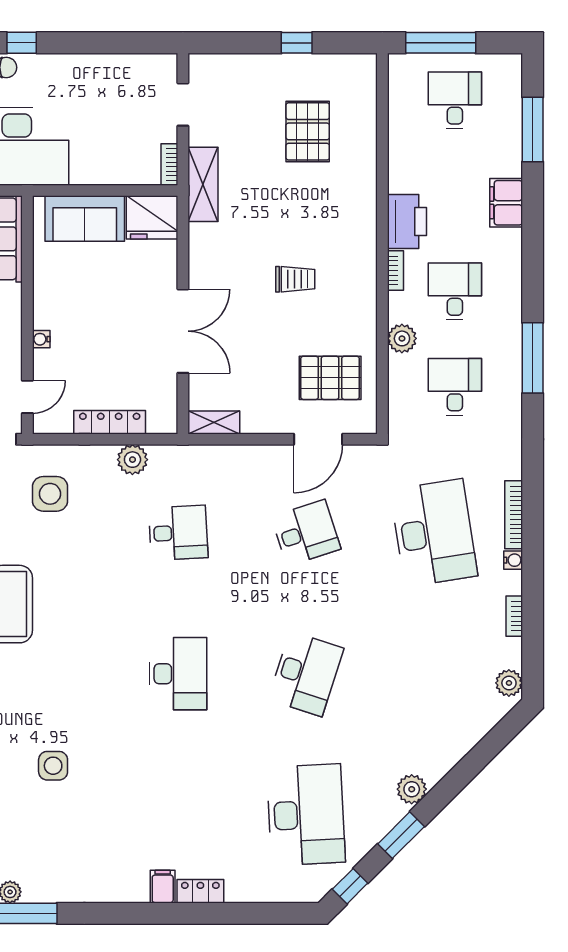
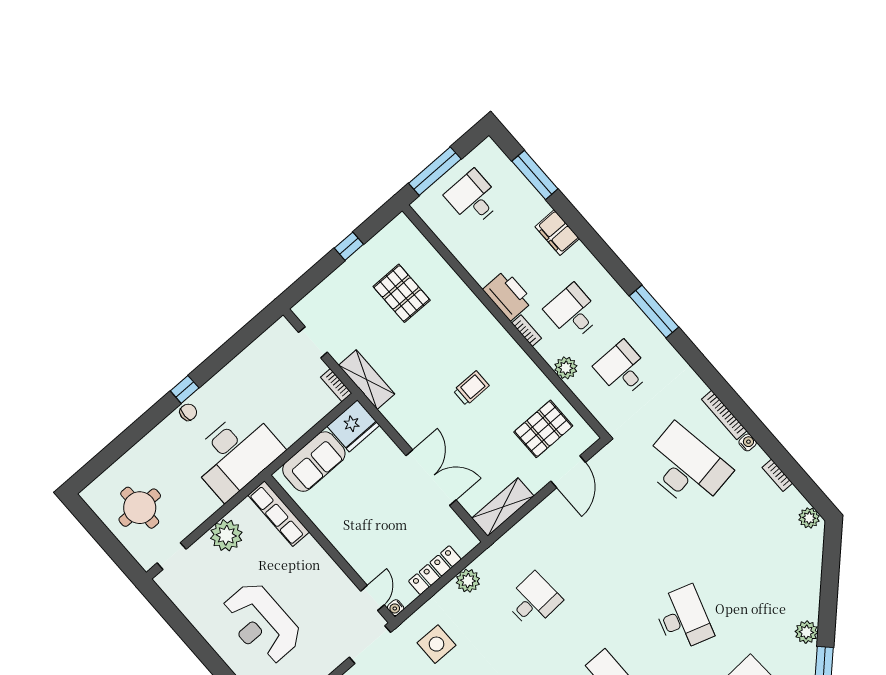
water cooler: (41, 339) -> (396, 608), moved
shelving: (214, 422) -> (503, 507), width x1.50, depth x1.33
desk: (306, 533) -> (610, 534), removed

